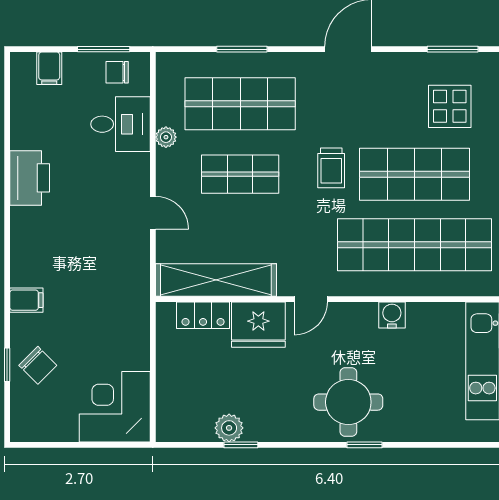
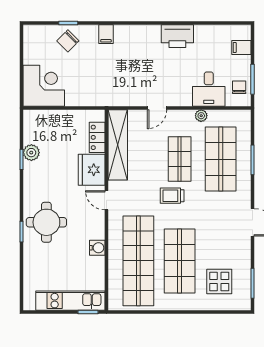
trolley: (331, 168) -> (172, 196), moved

